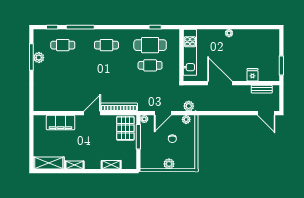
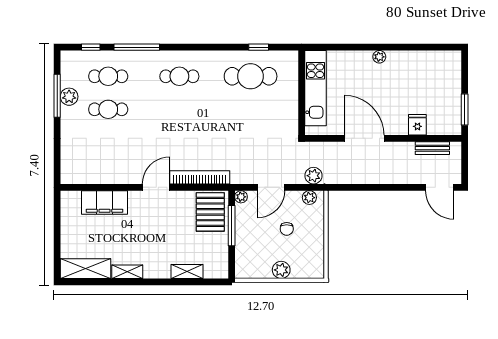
cafe table: (150, 65) -> (108, 109), moved

